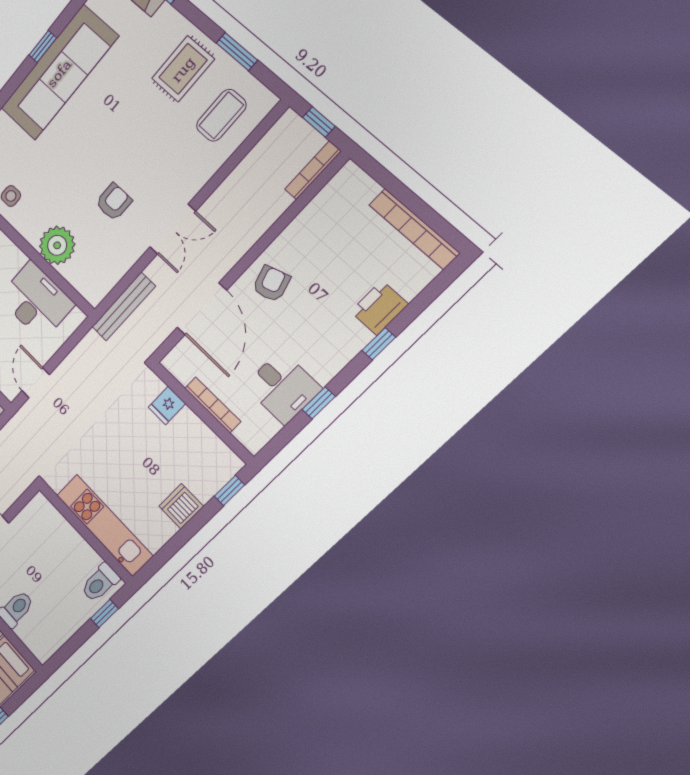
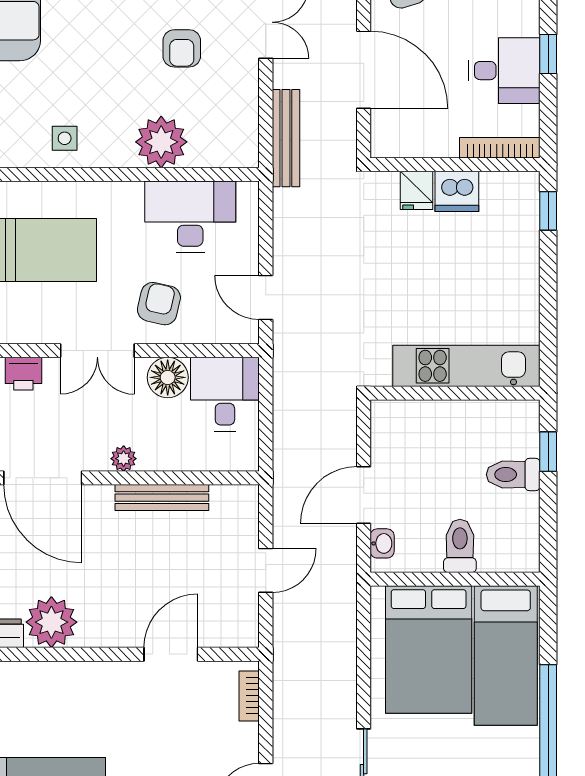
armchair: (114, 202) -> (182, 48), turned 180
bookcase: (213, 405) -> (500, 148), moved
dishwasher: (181, 506) -> (457, 191), moved, turned -90
toilet: (100, 583) -> (513, 475), moved, turned 90

